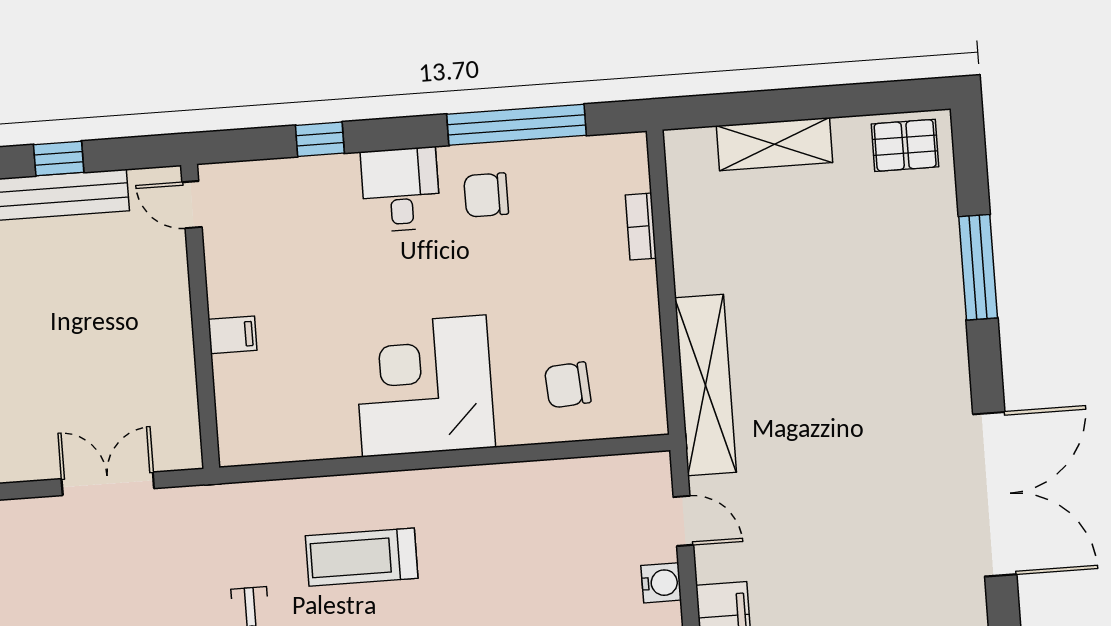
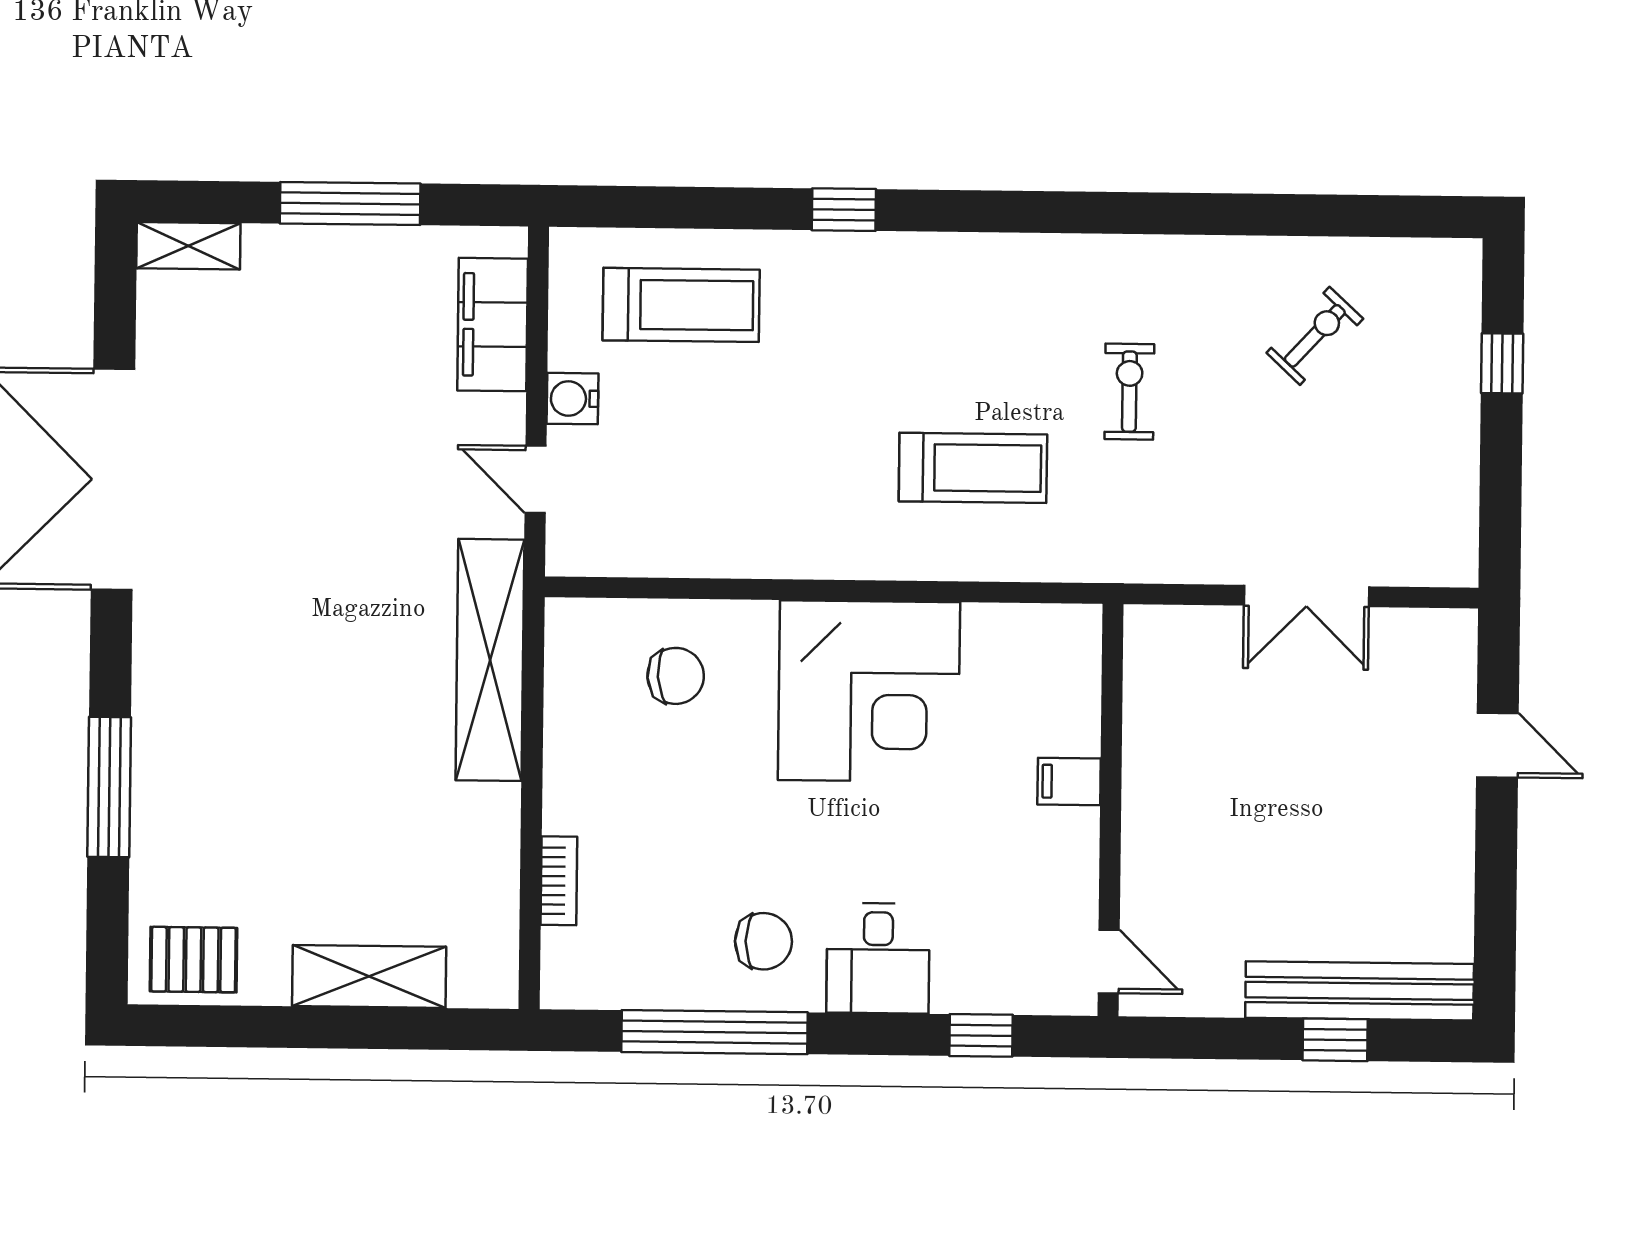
door: (192, 205) -> (1109, 961), moved
wall: (200, 316) -> (1111, 810), moved
filing cabinet: (233, 335) -> (1069, 781), moved

